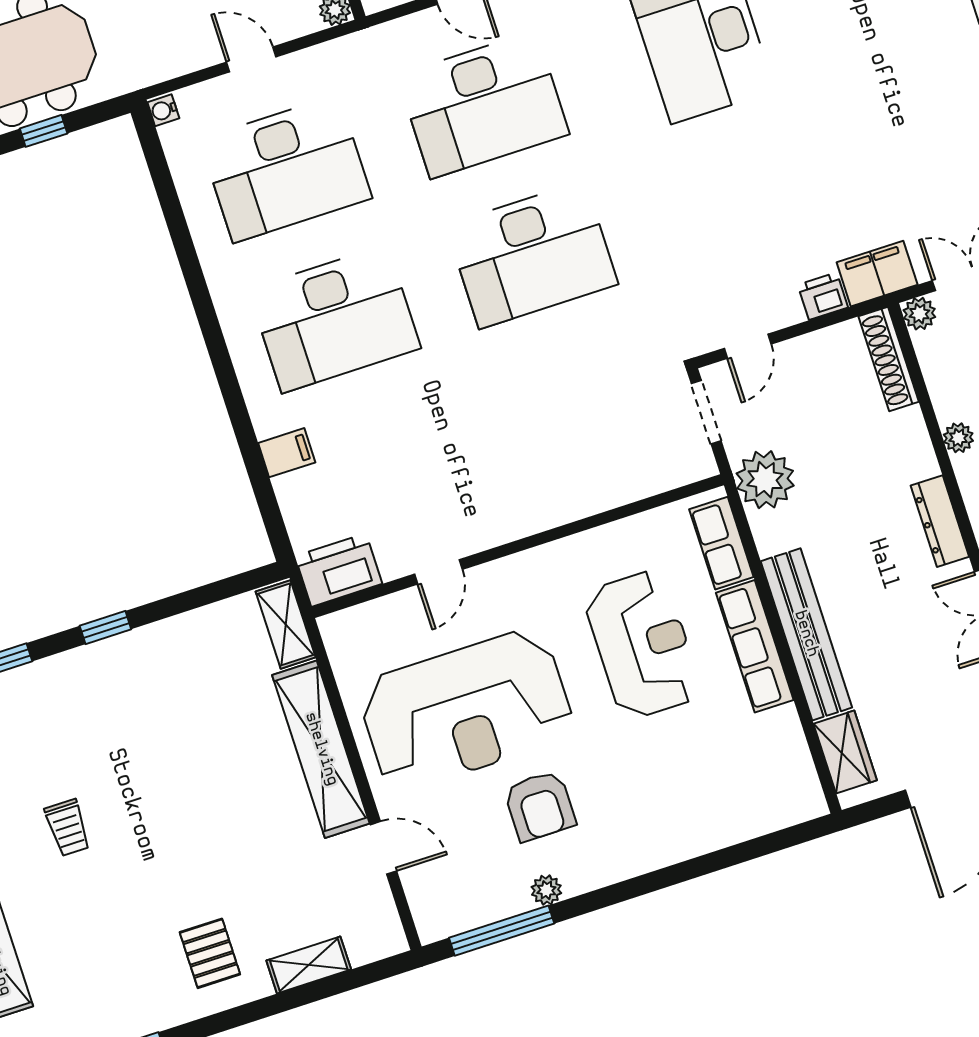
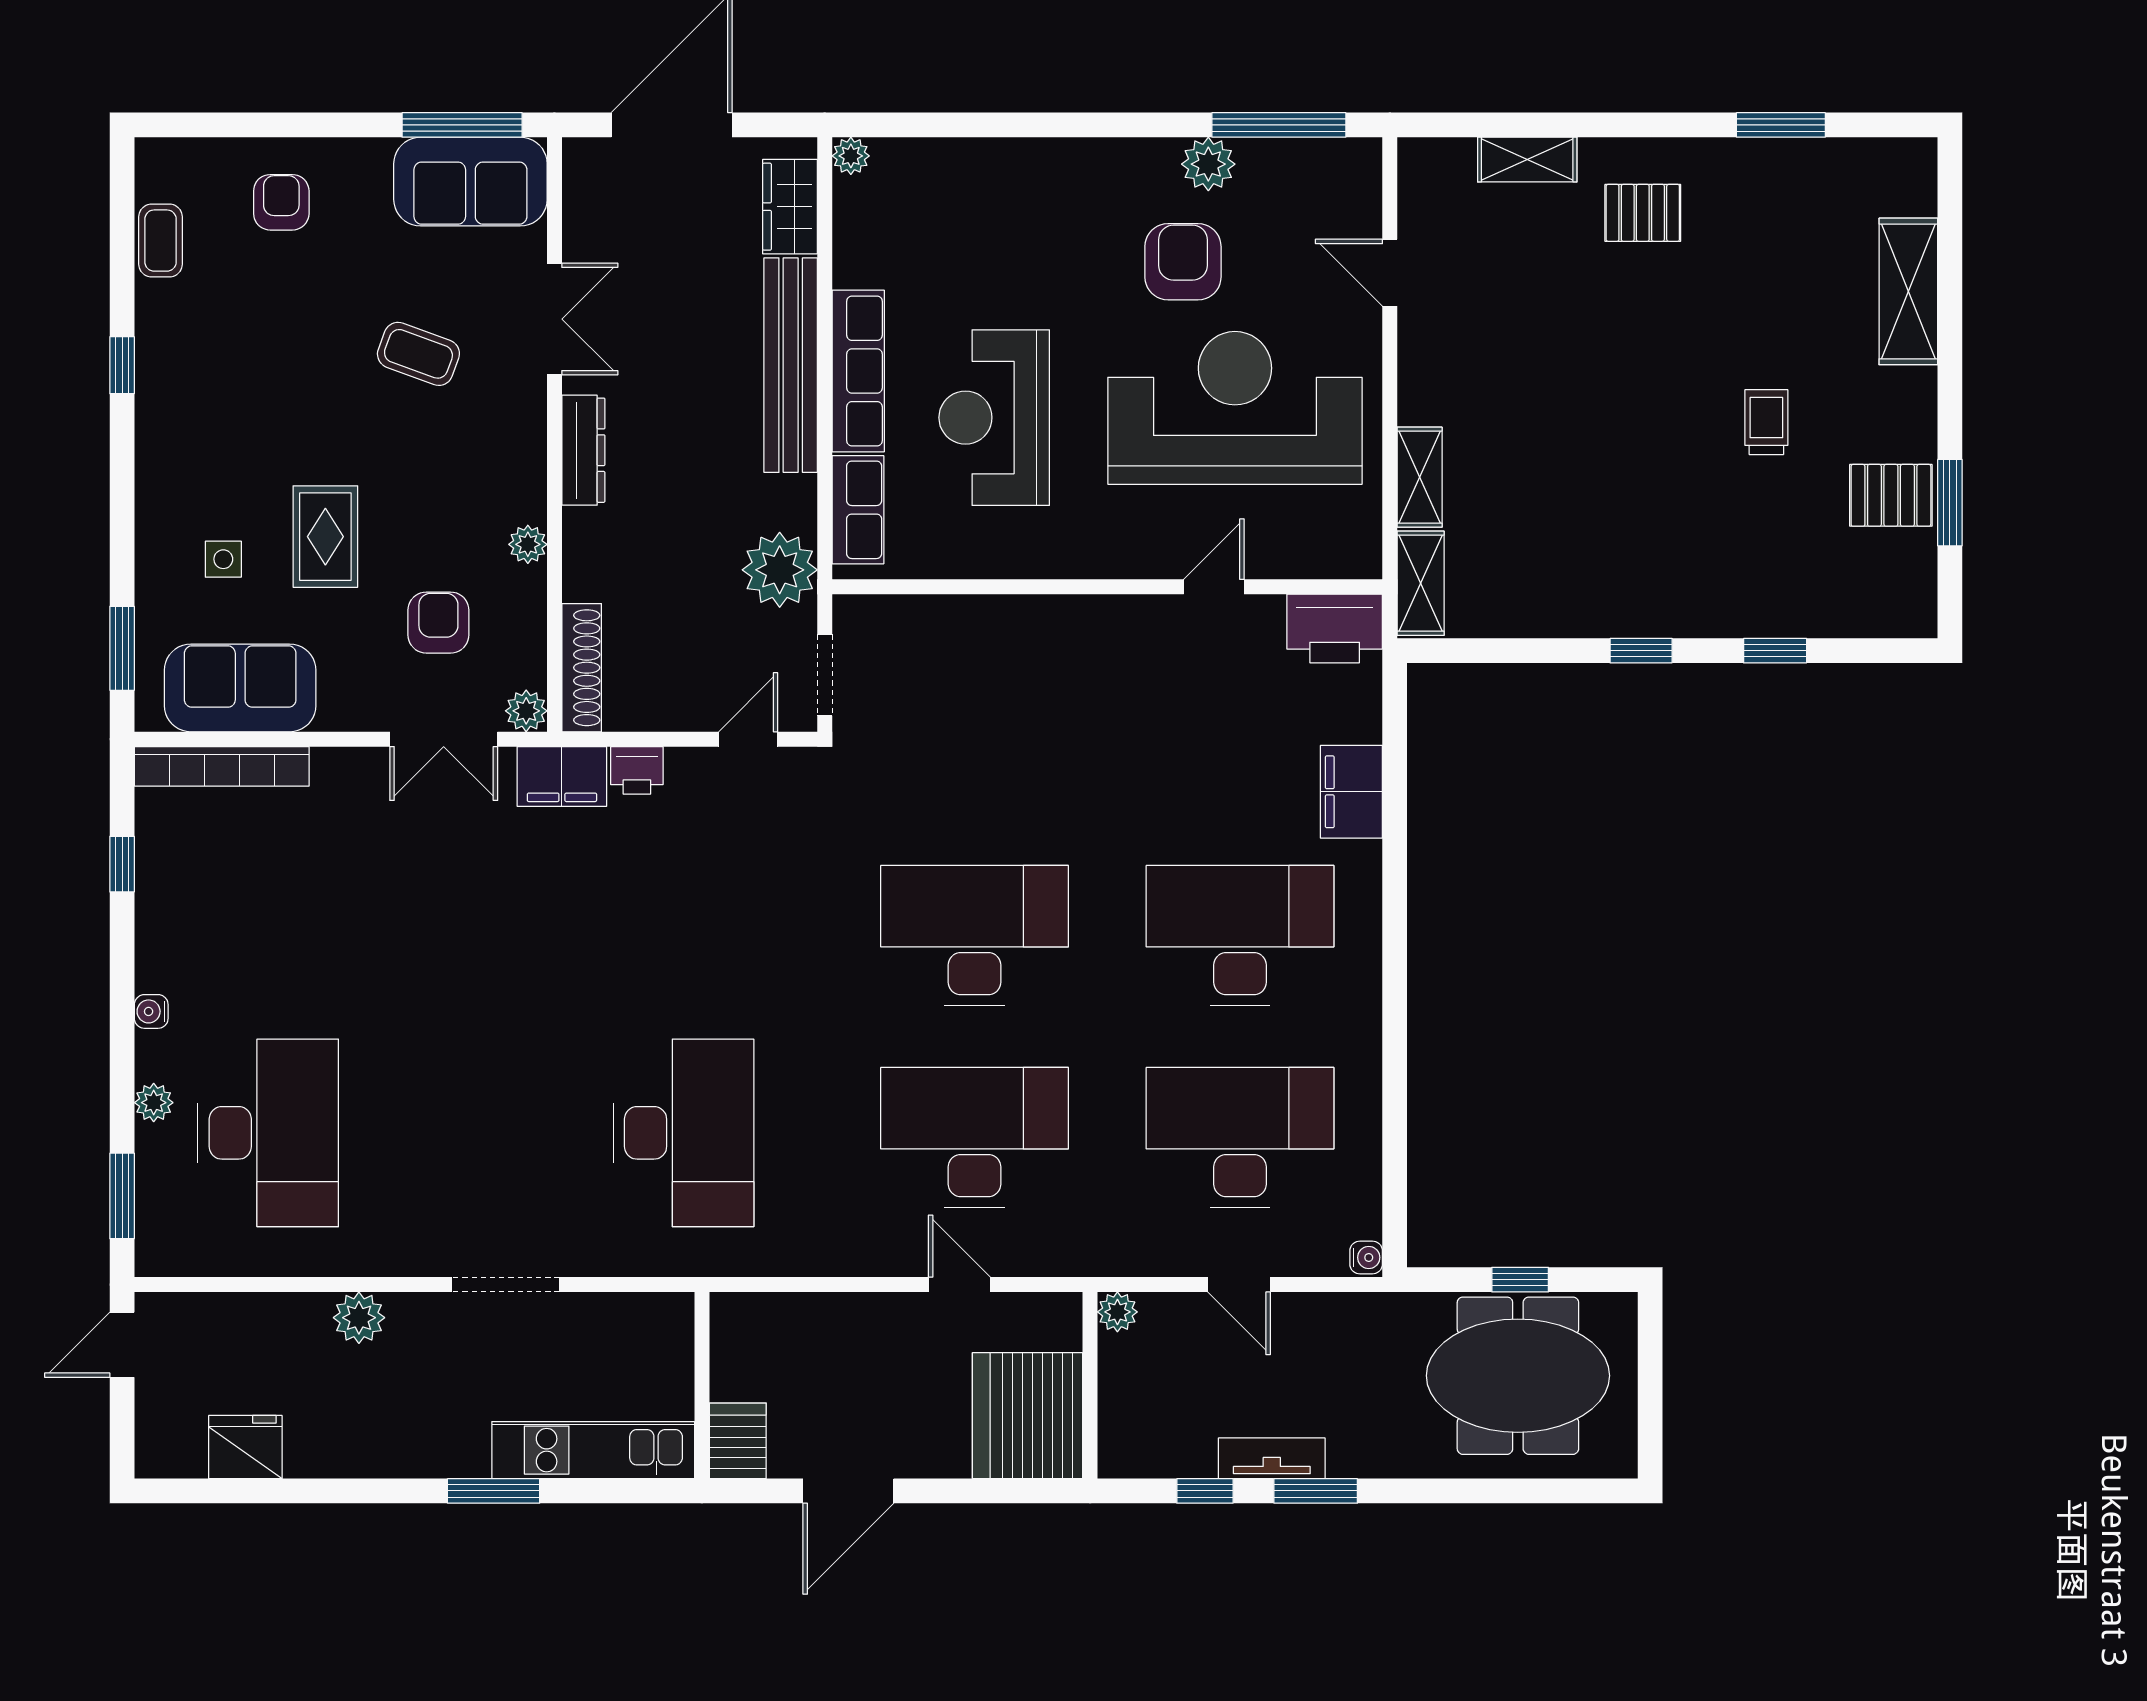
filing cabinet: (287, 453) -> (1351, 792), width x2.00
shelving: (321, 749) -> (1420, 477), width x0.45, depth x0.75
plant: (812, 804) -> (851, 156), added
plant: (546, 890) -> (1208, 164), width x1.38, depth x1.38
pallet: (210, 953) -> (1643, 213), turned 90

